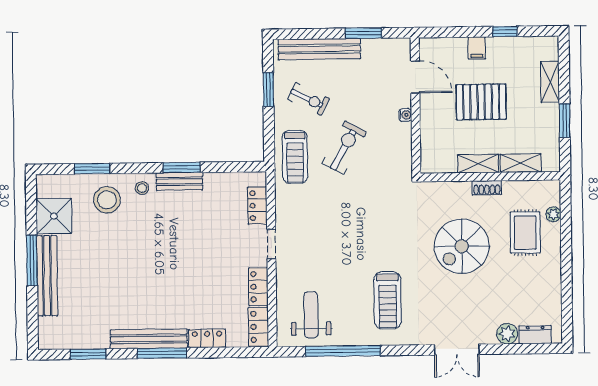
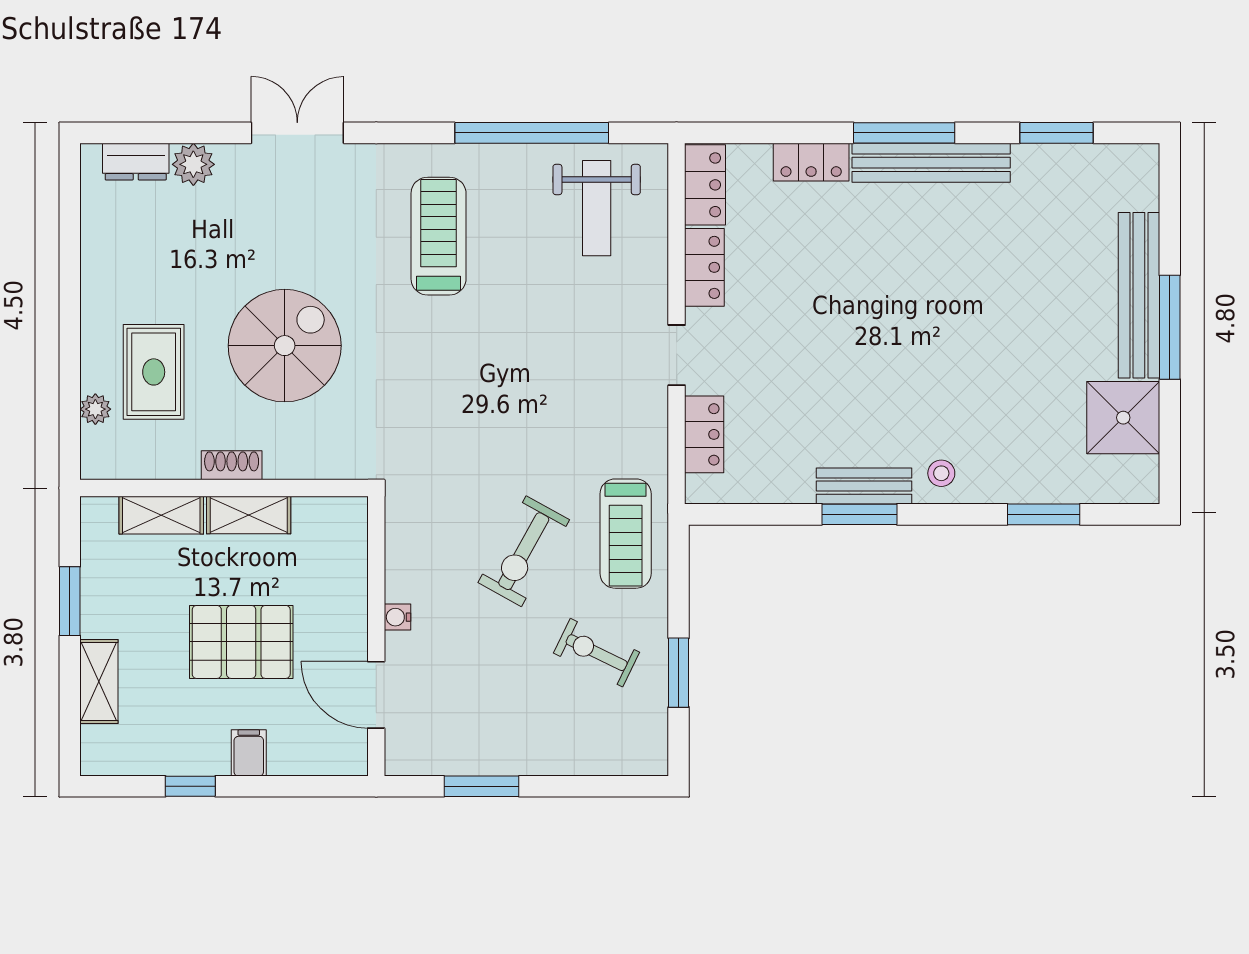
bench: (319, 49) -> (573, 755), removed
treadmill: (295, 157) -> (626, 534), turned 180
stool: (107, 200) -> (1014, 450), removed

